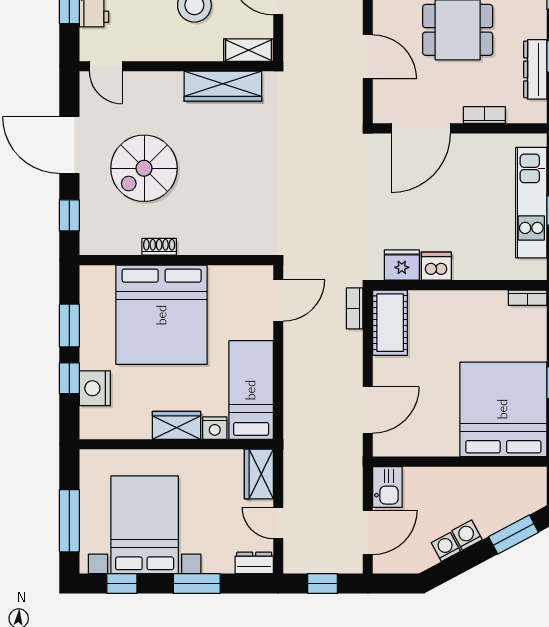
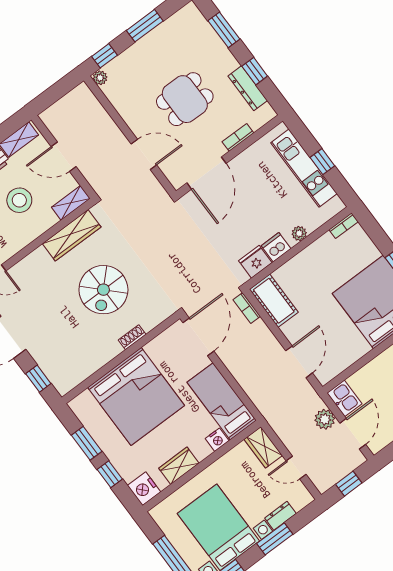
spiral stairs: (144, 168) -> (103, 290), moved
shoe rack: (159, 247) -> (132, 337), moved
plant: (473, 270) -> (299, 233), added
door: (278, 301) -> (198, 337), width x1.36
nightstand: (95, 388) -> (144, 489), moved
wardrobe: (176, 425) -> (179, 466), moved
plant: (349, 494) -> (325, 419), added
dresser: (254, 563) -> (280, 516), moved

